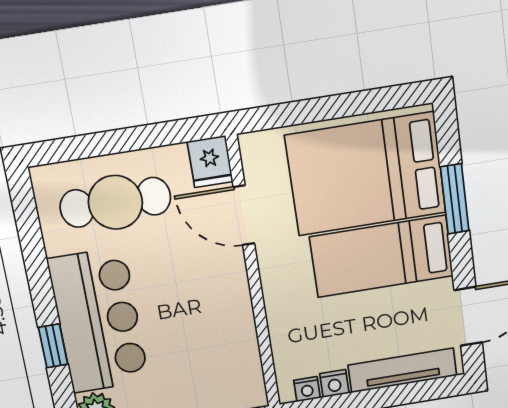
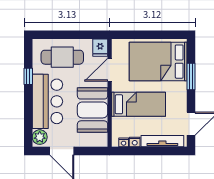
door: (244, 215) -> (110, 70), hinge flipped
bed: (382, 256) -> (139, 104), moved, turned 180
booth: (217, 323) -> (93, 110), added
window: (53, 346) -> (28, 76), moved

